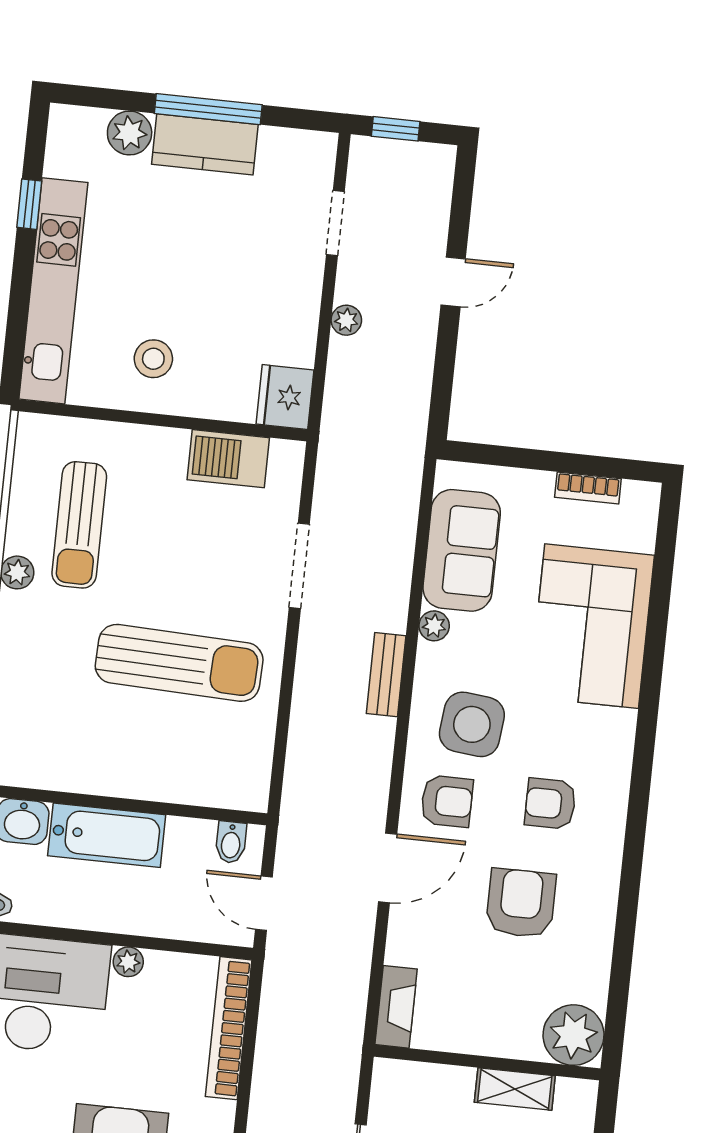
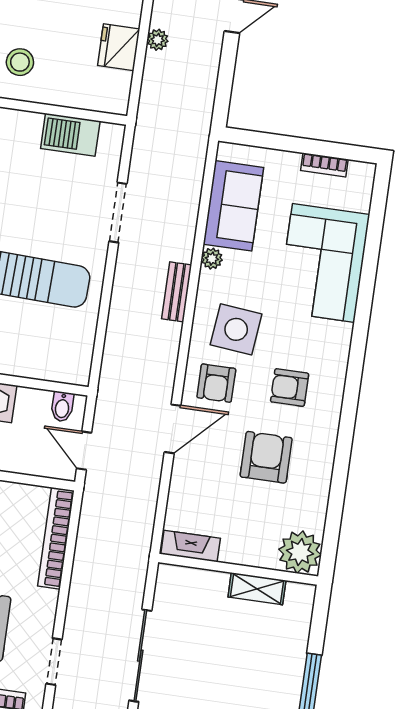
fridge: (285, 397) -> (119, 47), moved
armchair: (447, 801) -> (216, 383), turned 90
fireplace: (396, 1007) -> (191, 546), moved, turned -90

